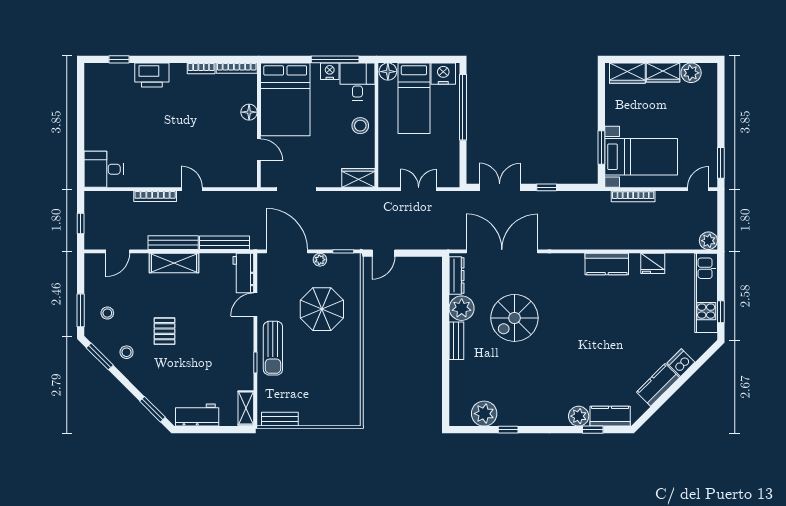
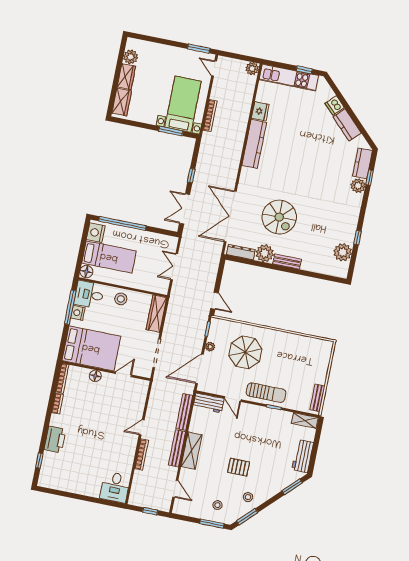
wardrobe: (358, 178) -> (156, 314), width x1.50
kitchen counter: (607, 264) -> (254, 144), width x1.50

